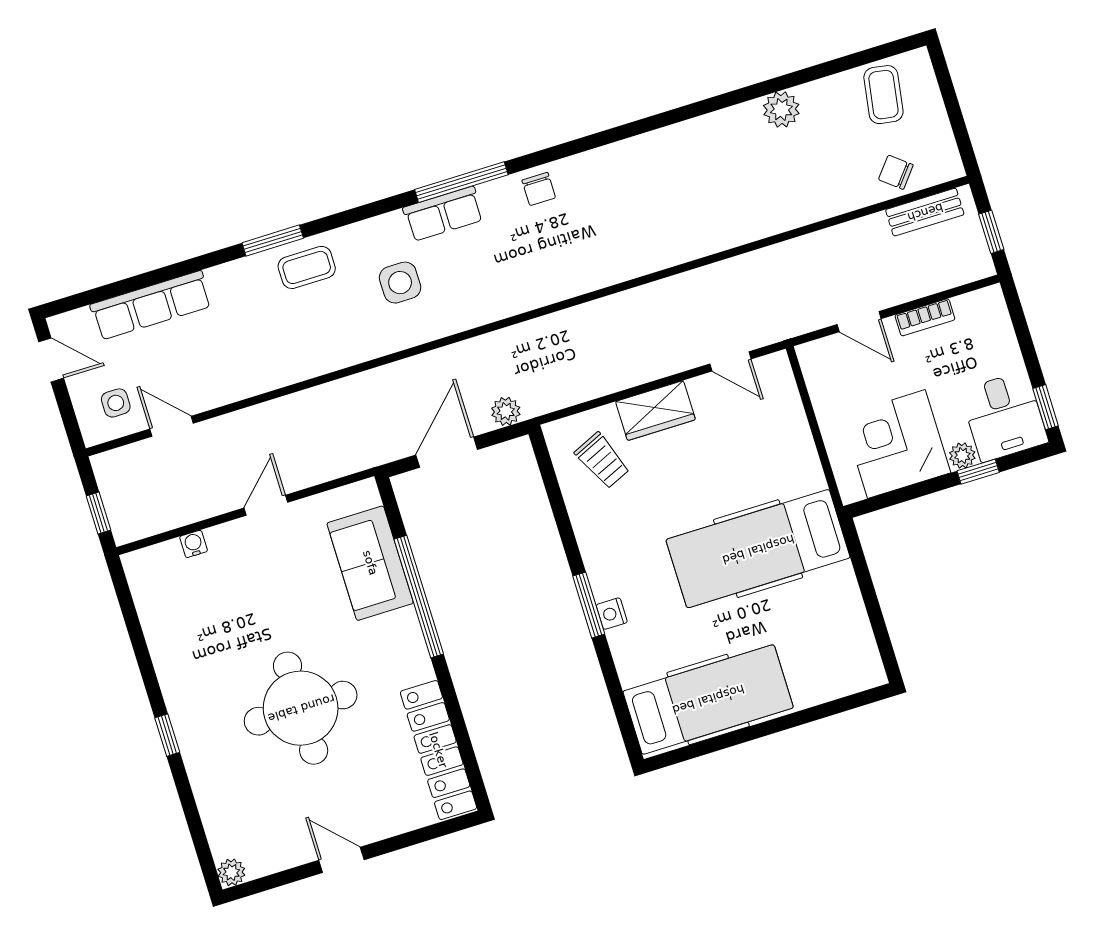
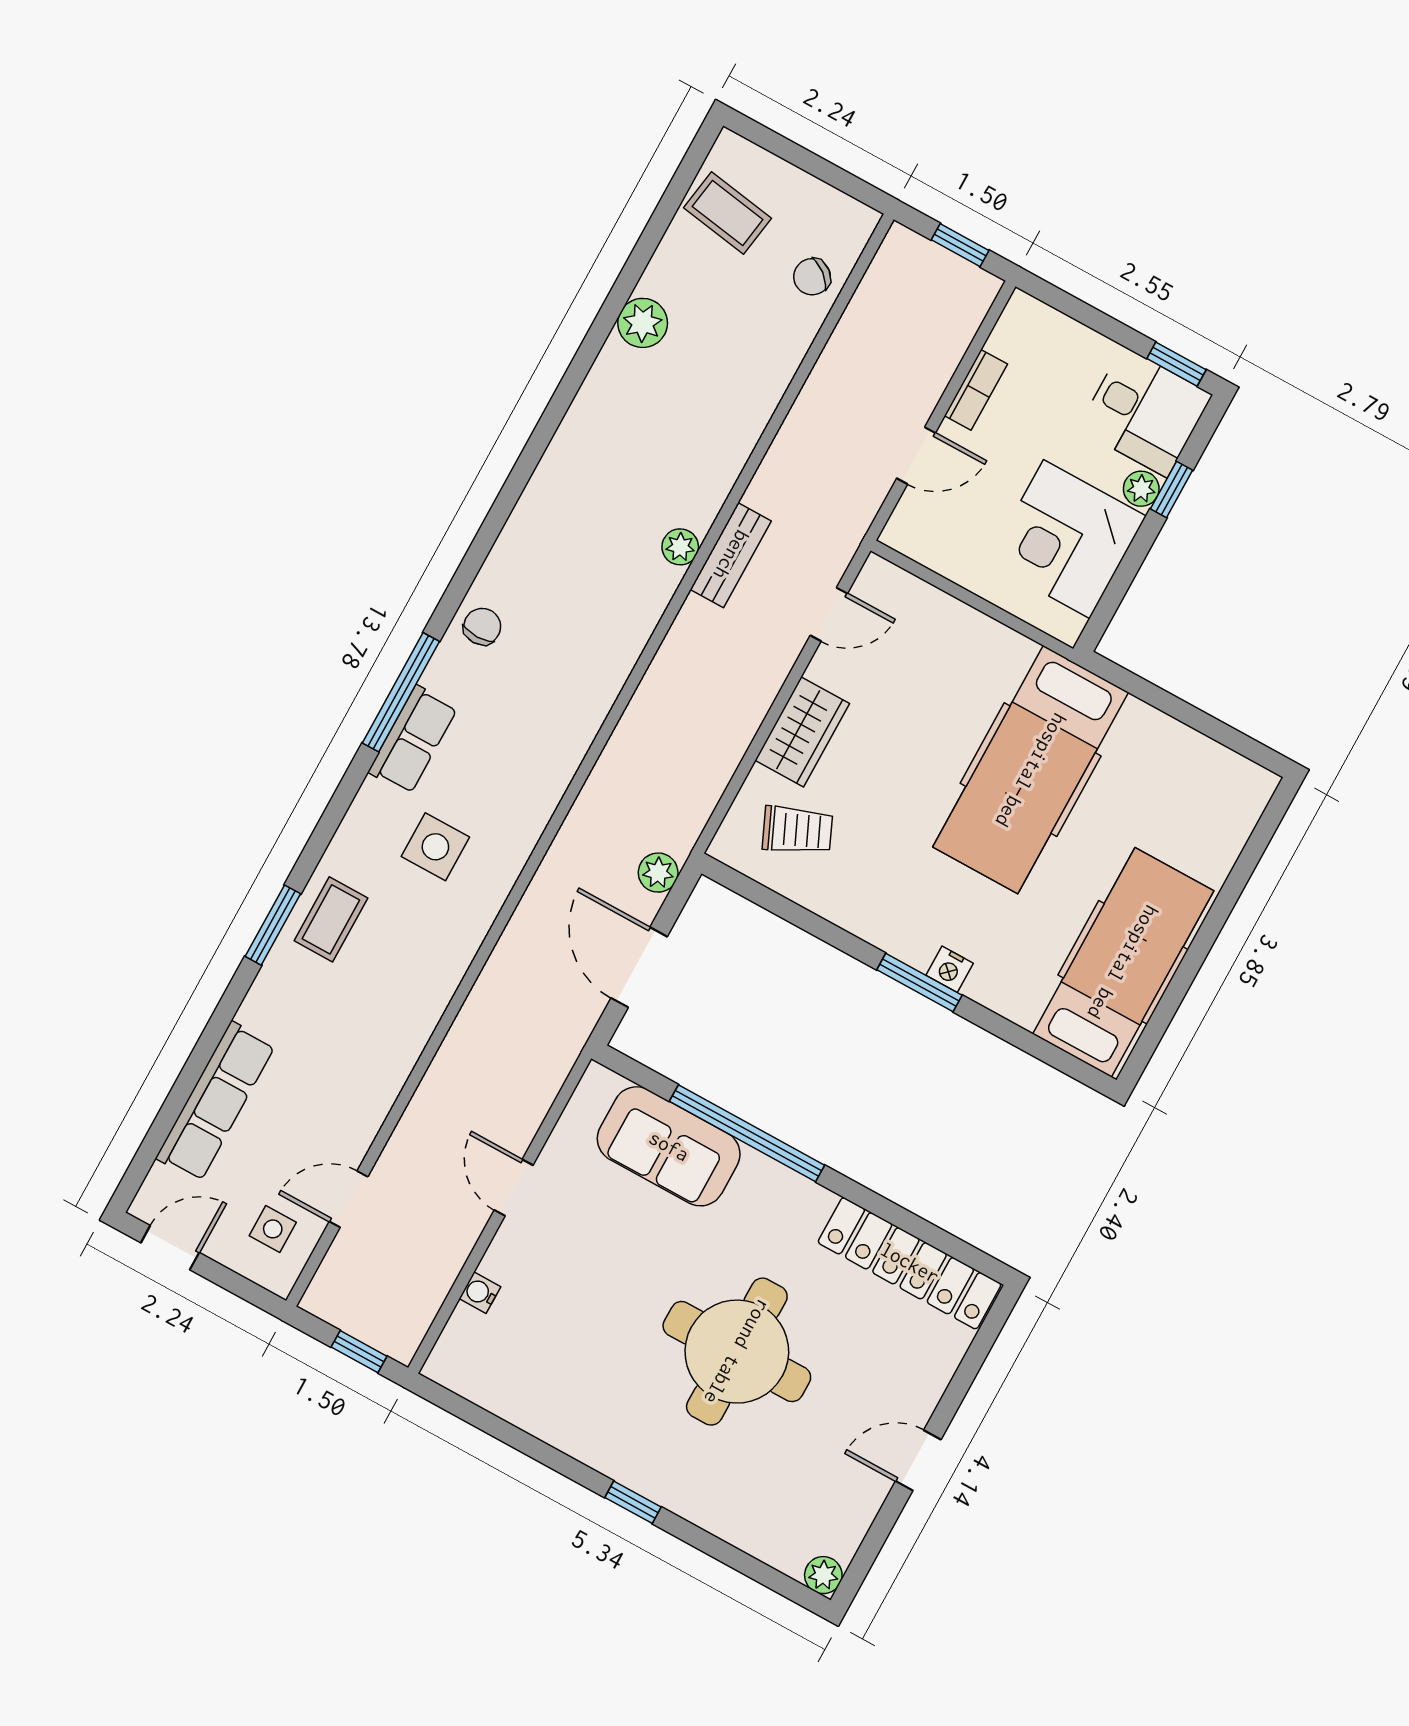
chair: (539, 189) -> (482, 627), turned -90
bench: (925, 212) -> (731, 555), moved
plant: (686, 249) -> (680, 547), added

